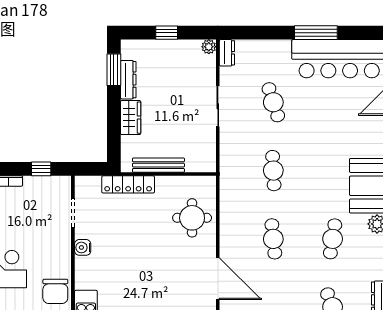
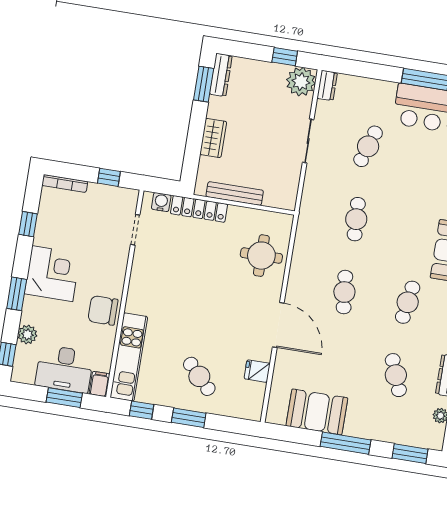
window: (167, 33) -> (285, 57), moved
plant: (209, 47) -> (301, 82), width x1.88, depth x1.88
dresser: (128, 80) -> (221, 75), moved
cafe table: (273, 102) -> (368, 146), turned 36
water cooler: (83, 247) -> (161, 202), moved, turned 90
chair: (55, 291) -> (103, 310), turned 90

